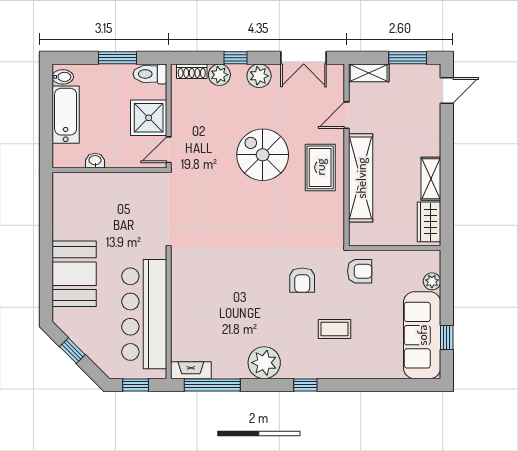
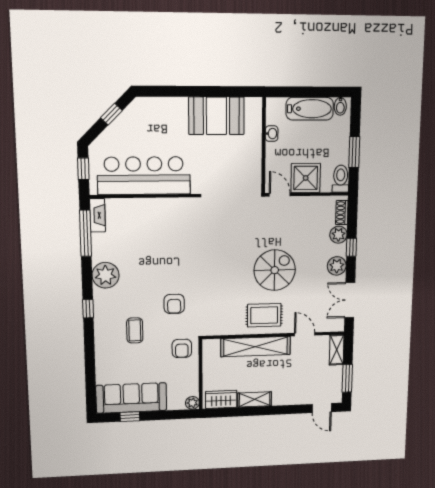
booth: (74, 274) -> (216, 116), moved
armchair: (302, 280) -> (174, 304), turned -90
plant: (432, 281) -> (192, 403), moved

